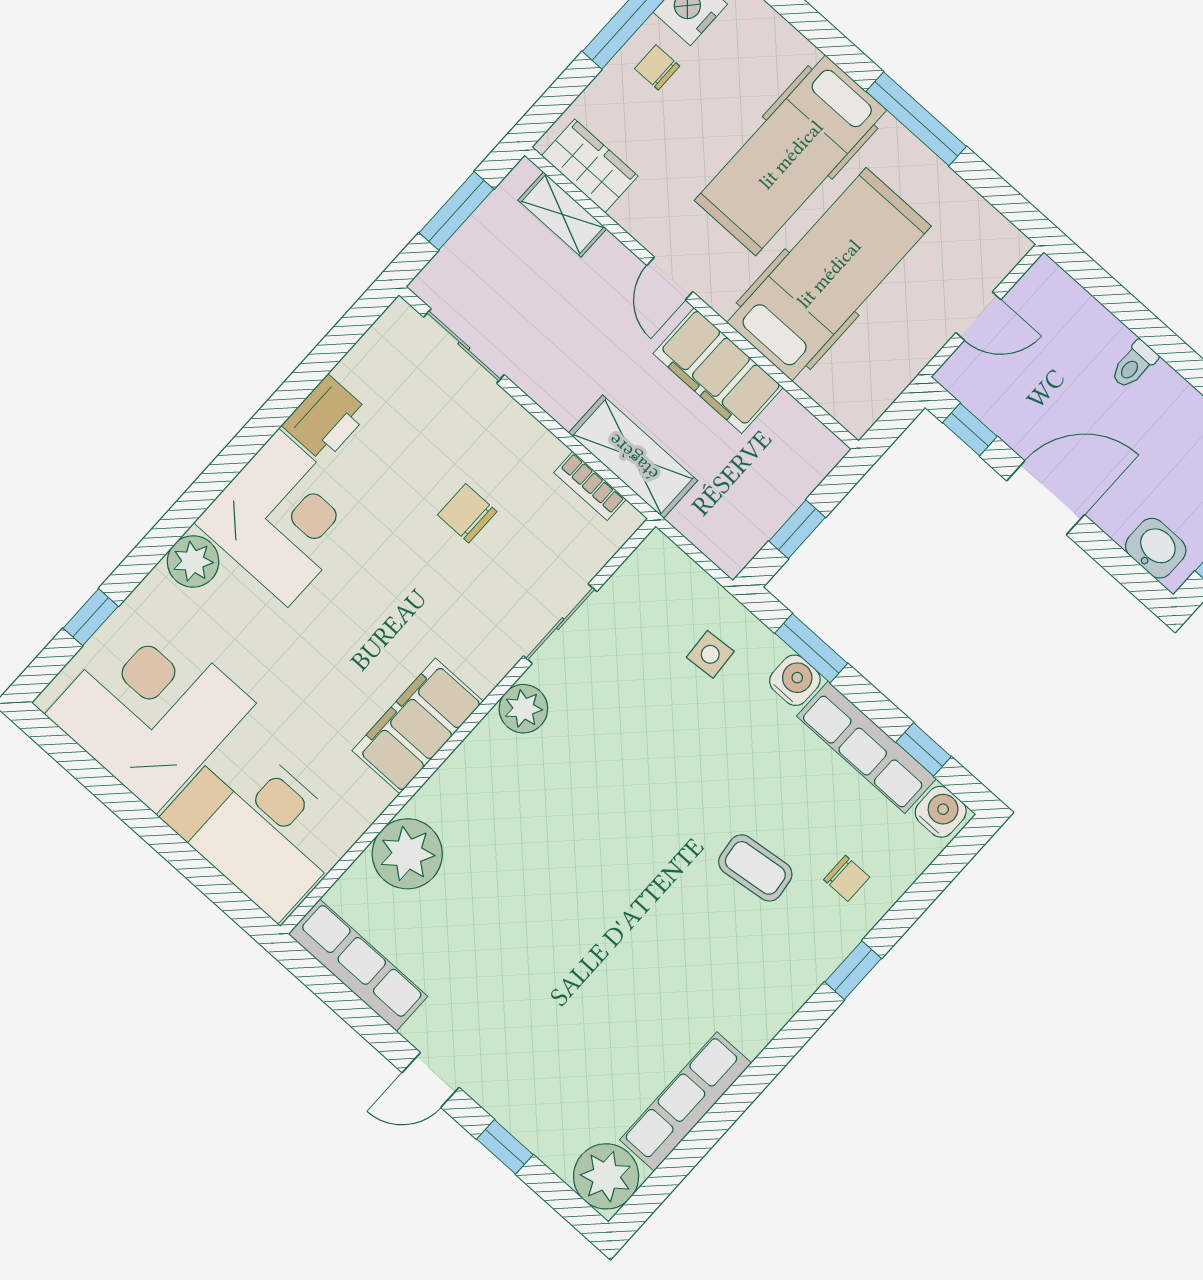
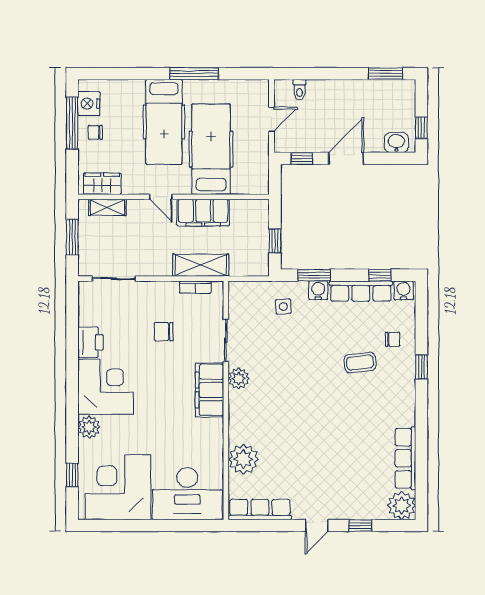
toilet: (1134, 365) -> (299, 90), moved
filing cabinet: (418, 726) -> (210, 390), moved

